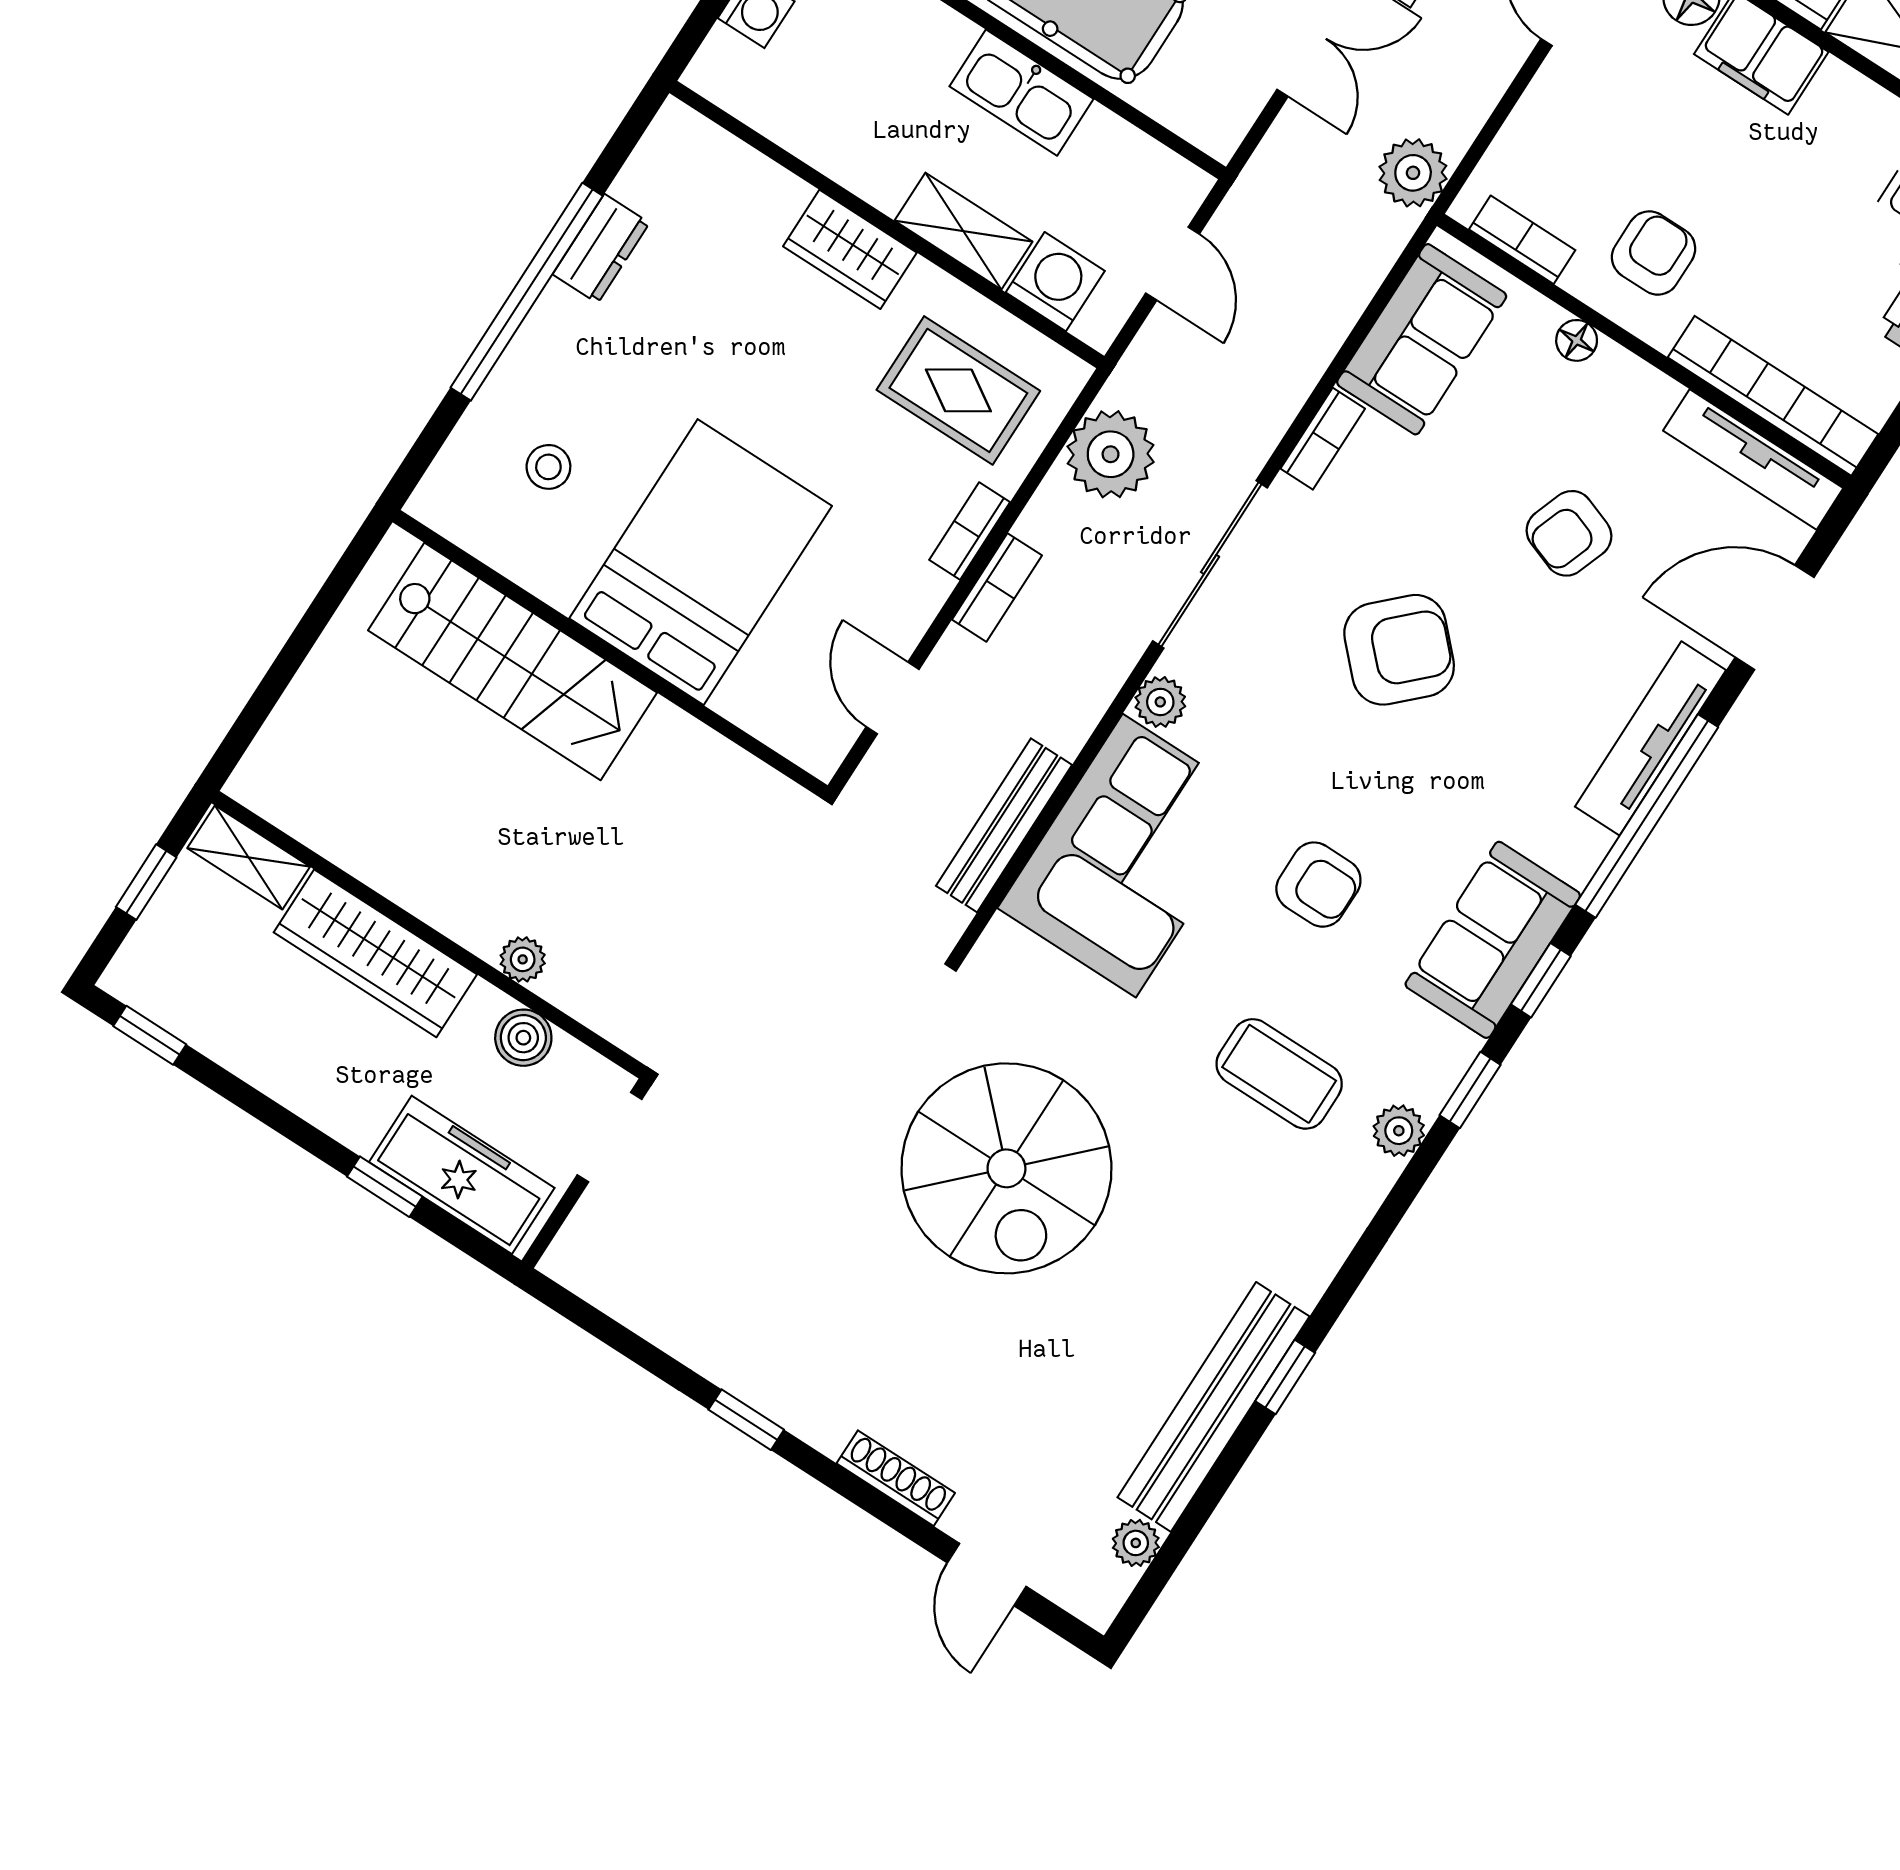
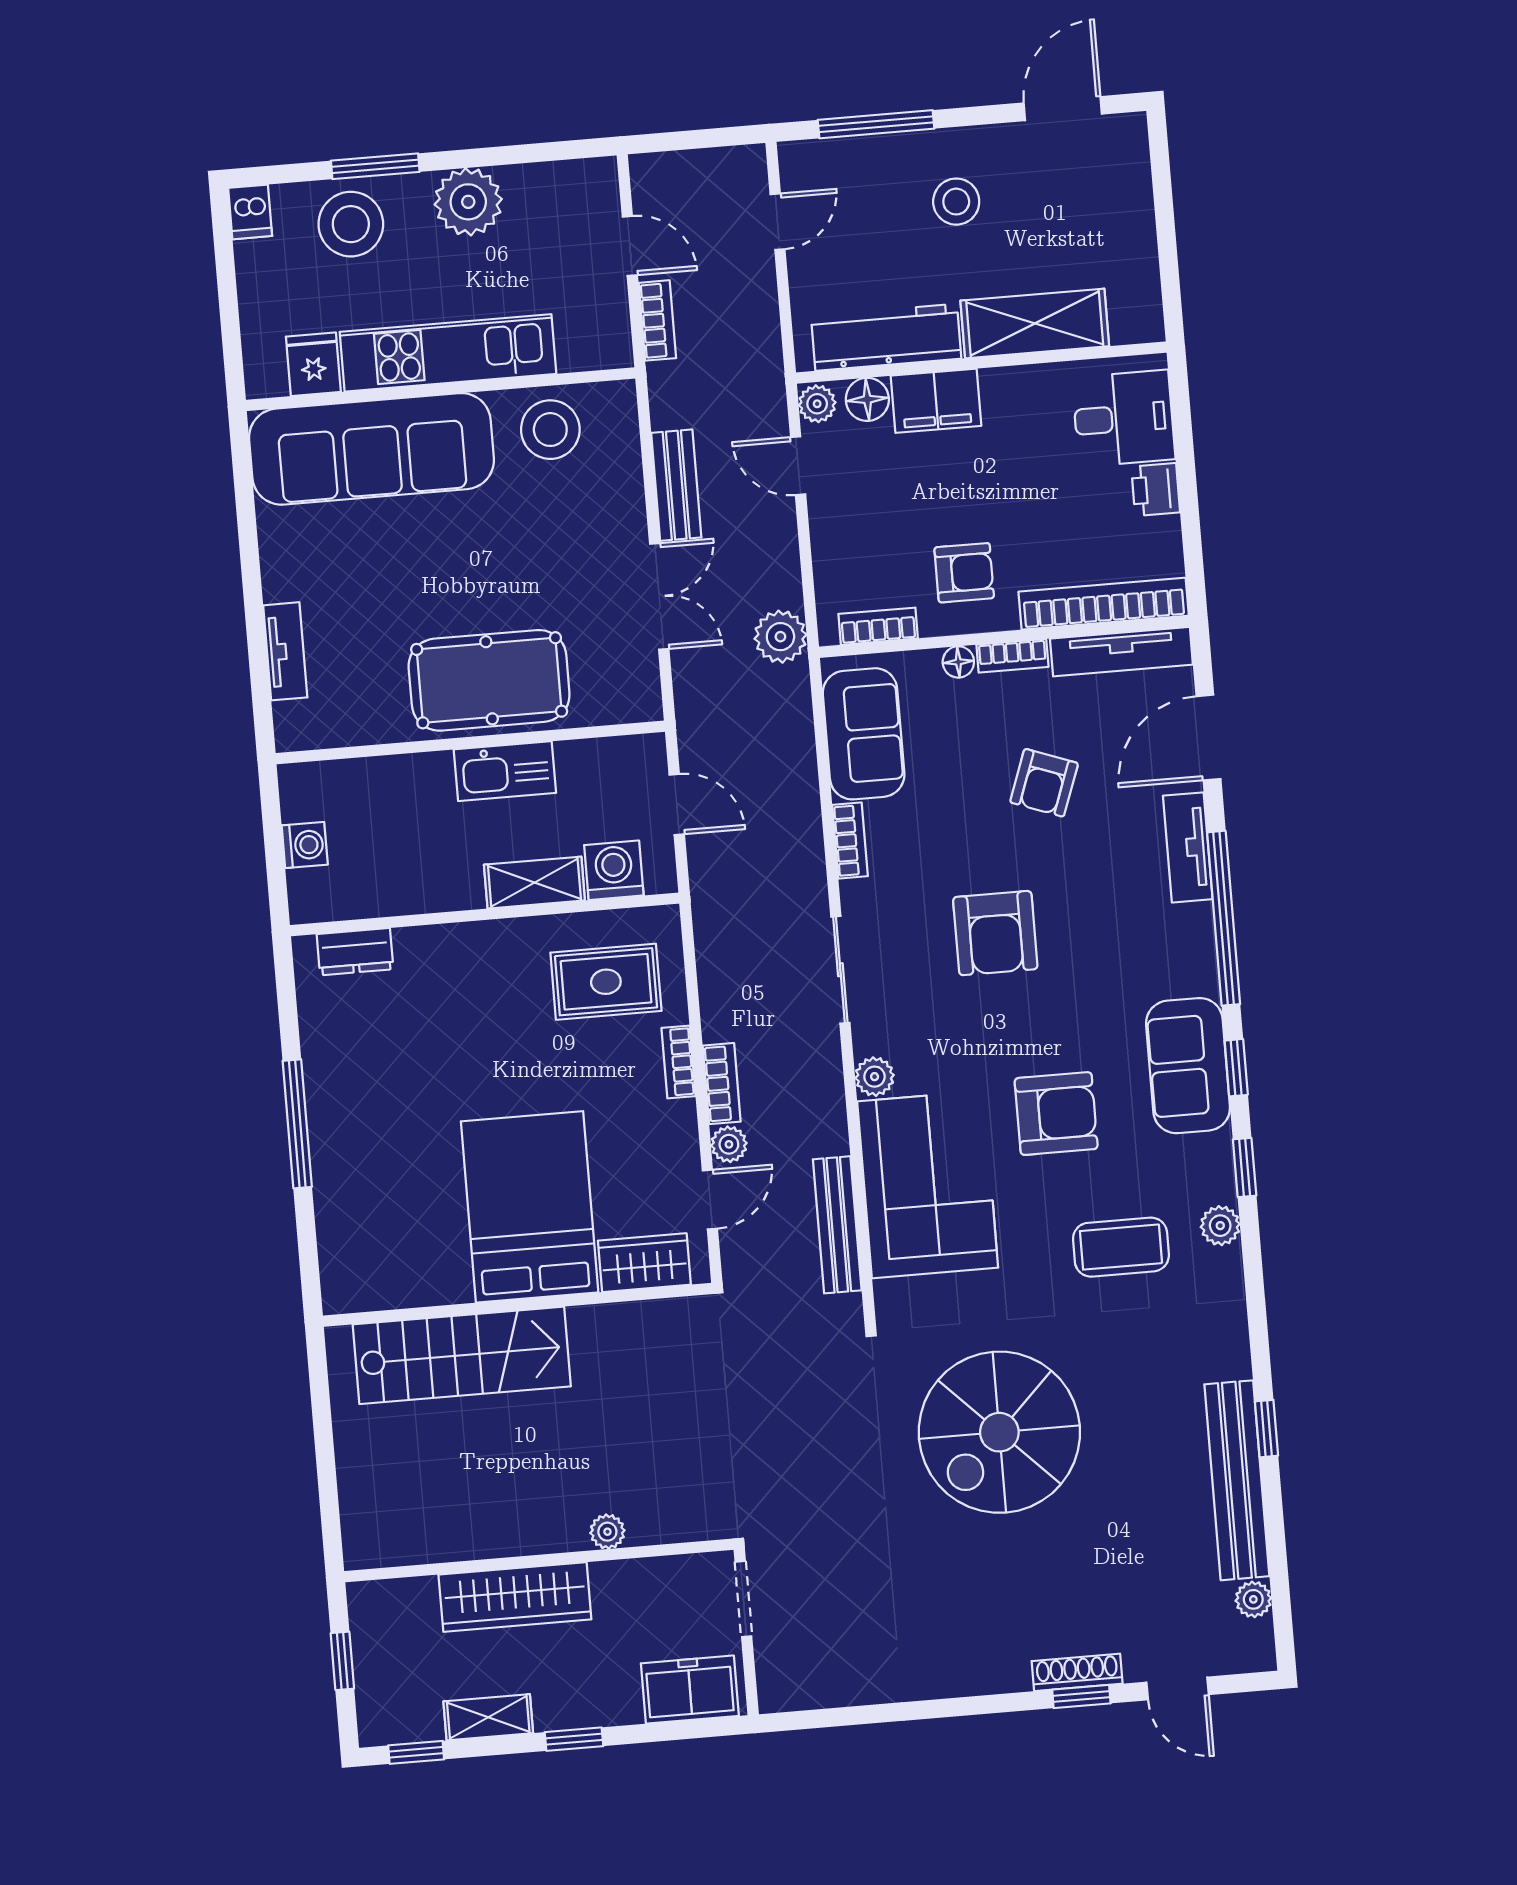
dresser: (601, 249) -> (355, 952), moved, turned 90
wardrobe: (850, 249) -> (644, 1263), moved, turned 180
armchair: (1654, 253) -> (964, 573), turned 90
window: (527, 292) -> (297, 1124), width x0.68
bookcase: (1637, 377) -> (1012, 656), added
plant: (1111, 454) -> (729, 1144), moved, width x0.53, depth x0.53
stool: (548, 467) -> (393, 1220), removed
sliding door: (1210, 564) -> (840, 970), width x0.73
armchair: (1399, 650) -> (995, 933), turned 134
door: (893, 698) -> (710, 1200), swing flipped
tv unit: (1651, 738) -> (1188, 847), width x0.71
shelving: (249, 857) -> (488, 1717), moved
armchair: (1318, 885) -> (1056, 1114), width x1.38, depth x1.38
boiler: (523, 1038) -> (644, 1579), removed
spiral stairs: (1006, 1168) -> (999, 1432), turned 90
freezer: (462, 1175) -> (690, 1690), width x0.71
window: (385, 1187) -> (574, 1739), moved
window: (746, 1420) -> (1081, 1697), moved

